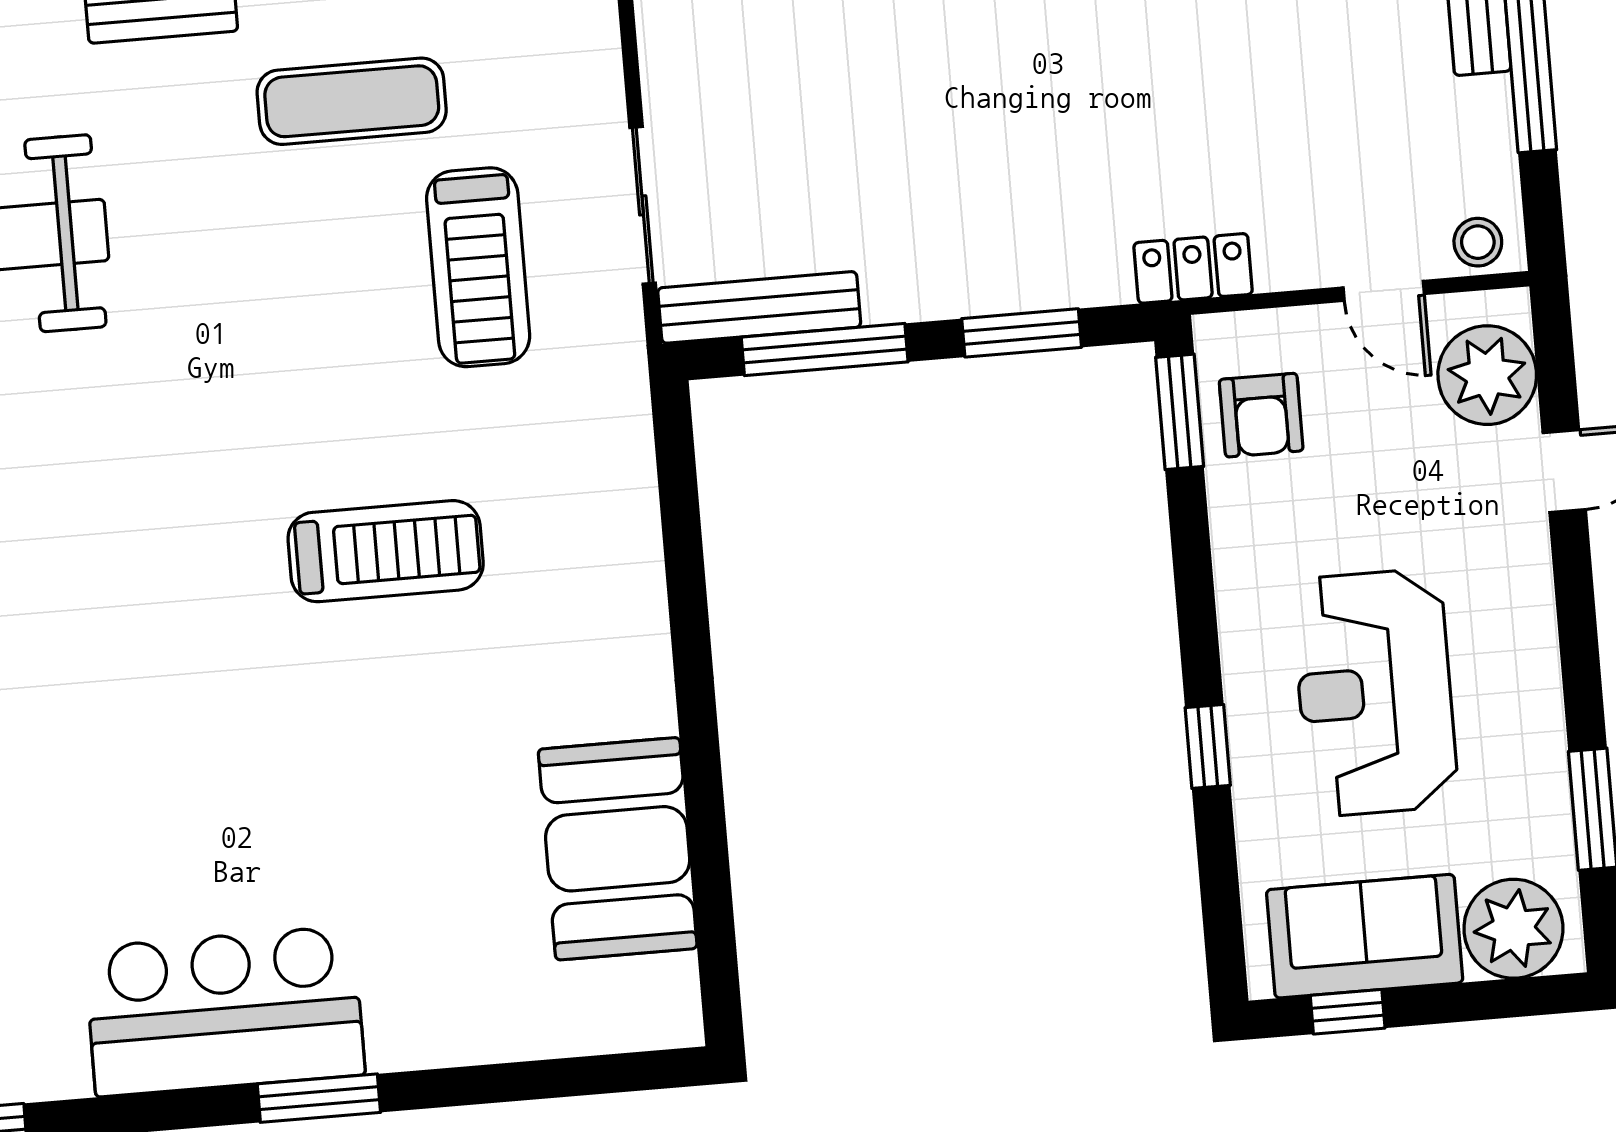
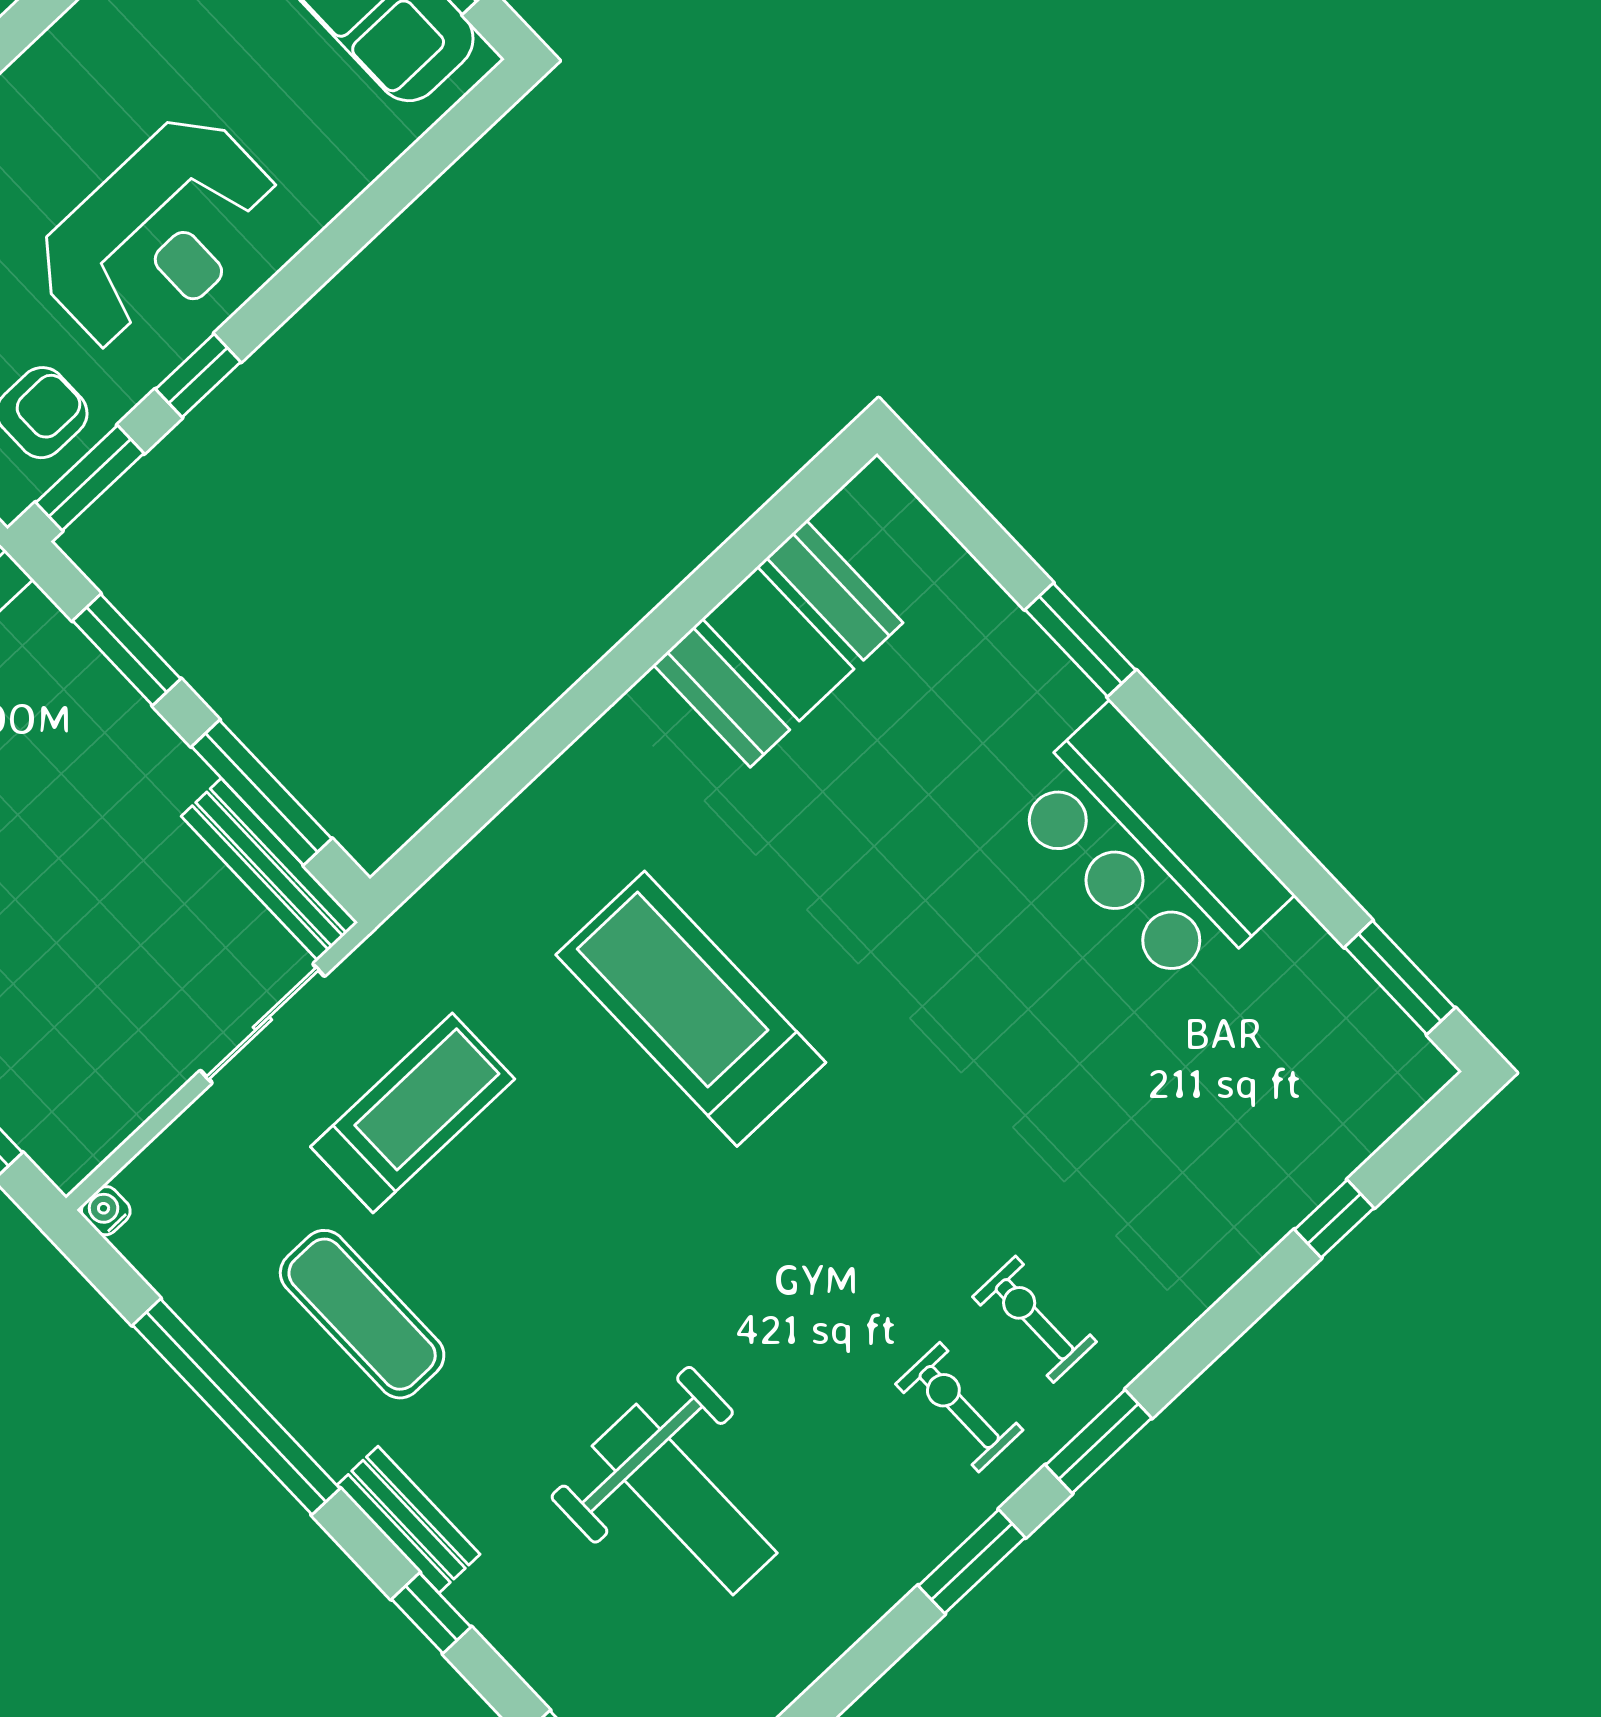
treadmill: (386, 551) -> (691, 1009), width x1.37, depth x1.38
reception desk: (1375, 693) -> (159, 234), moved
window: (1208, 746) -> (198, 375), moved
window: (319, 1098) -> (1080, 640), moved

